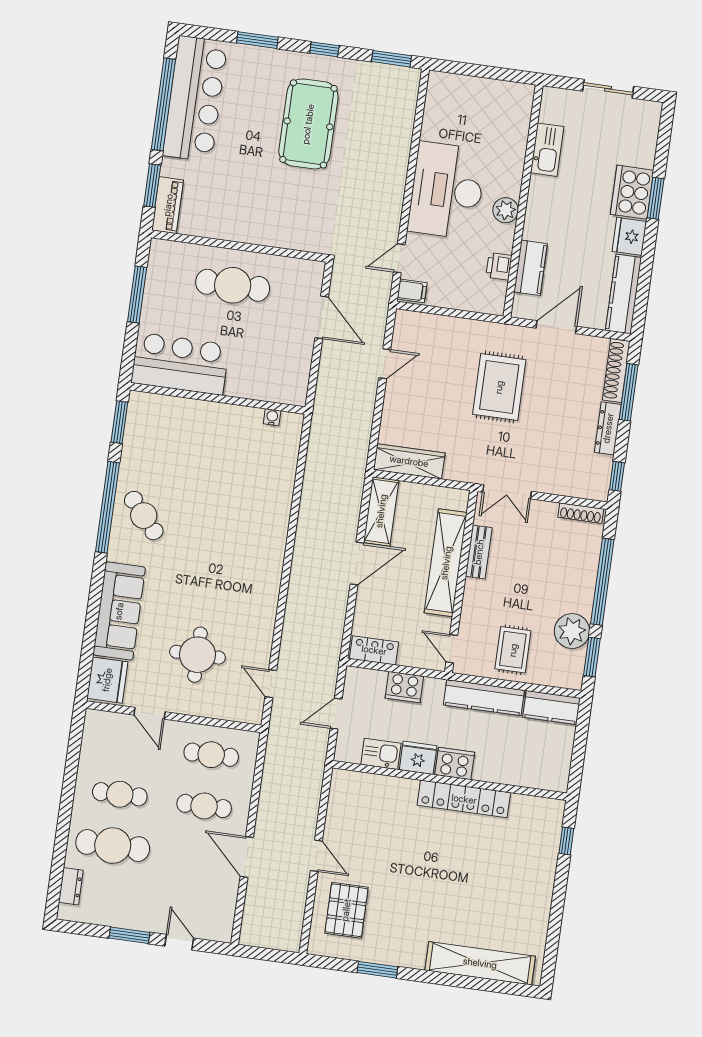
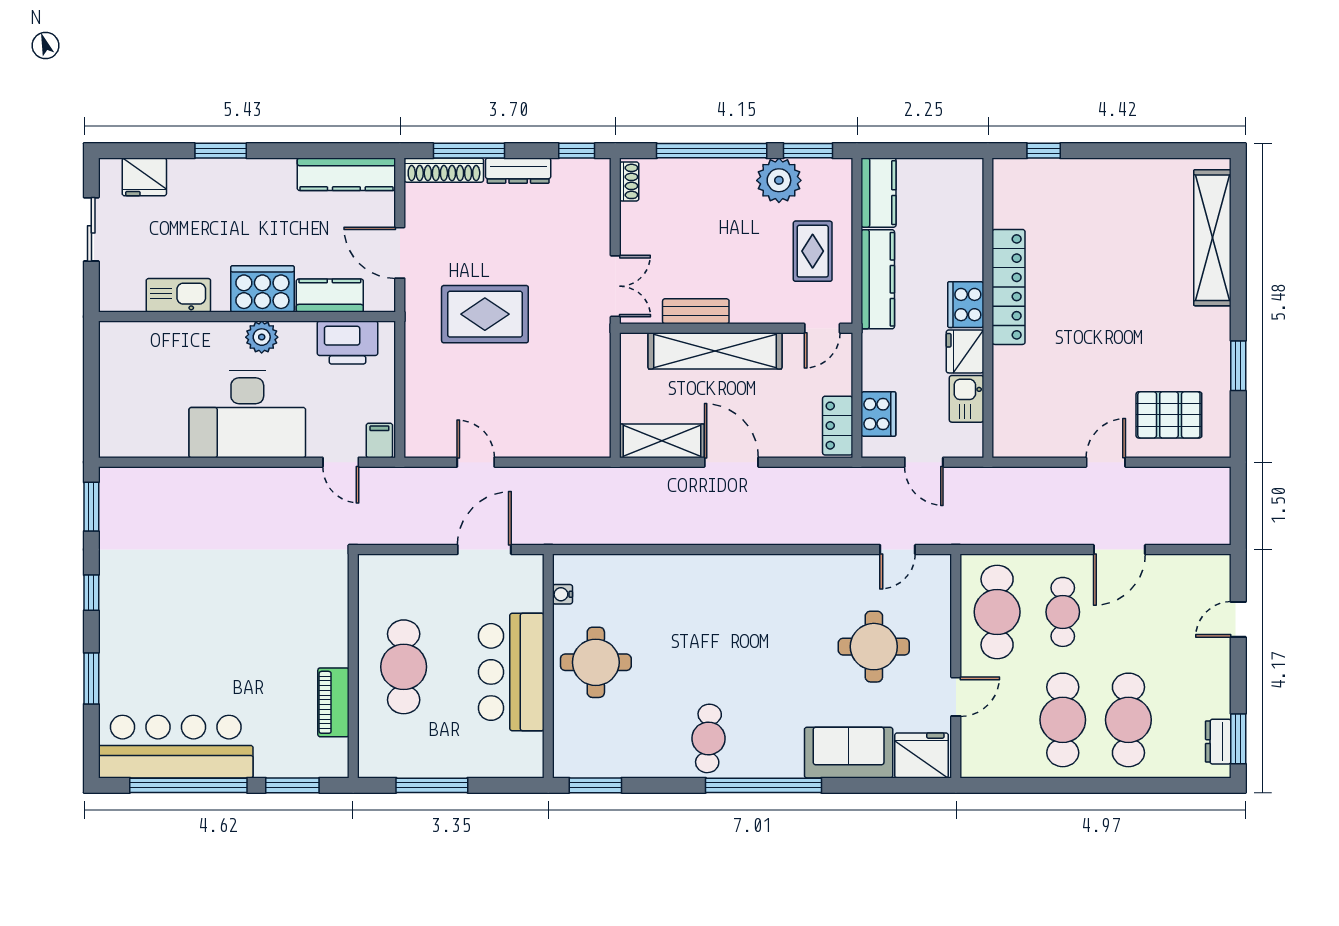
pool table: (308, 124) -> (188, 600), removed
cooker: (632, 192) -> (262, 289), moved, turned 180
piano: (168, 205) -> (333, 702), moved, turned -90
fridge: (629, 236) -> (144, 177), moved
printer: (499, 266) -> (347, 343), width x1.87, depth x1.48
door: (322, 317) -> (484, 549), moved
bar counter: (180, 364) -> (511, 672), moved
round table: (215, 436) -> (596, 662), added
wardrobe: (409, 461) -> (594, 414), removed
window: (108, 507) -> (763, 785), moved
shoe rack: (581, 513) -> (629, 181), width x0.70
cafe table: (144, 516) -> (708, 738), turned -46
sofa: (119, 611) -> (849, 753), width x0.73
rug: (513, 650) -> (813, 251), turned 90
cooker: (404, 687) -> (878, 414), moved
cafe table: (211, 755) -> (997, 612), width x1.37, depth x1.35
cafe table: (120, 794) -> (1063, 720), width x1.37, depth x1.35
dresser: (71, 886) -> (1218, 742), moved, turned -90
window: (129, 935) -> (1238, 739), moved

